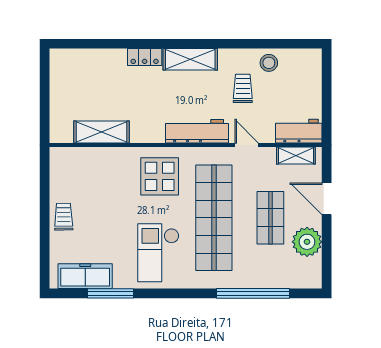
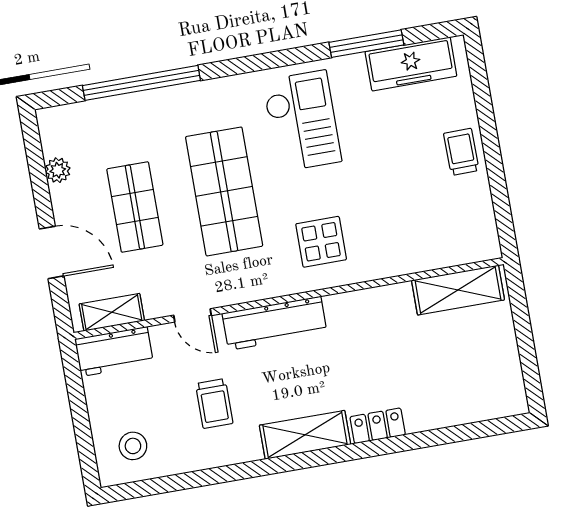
stool: (269, 63) -> (133, 446), moved
shelving: (102, 132) -> (458, 290), moved
display table: (160, 176) -> (321, 242), width x0.73, depth x0.73
trolley: (64, 217) -> (461, 152), turned 180
shop shelf: (214, 218) -> (224, 191), width x0.71
plant: (307, 242) -> (58, 170), width x0.53, depth x0.53

